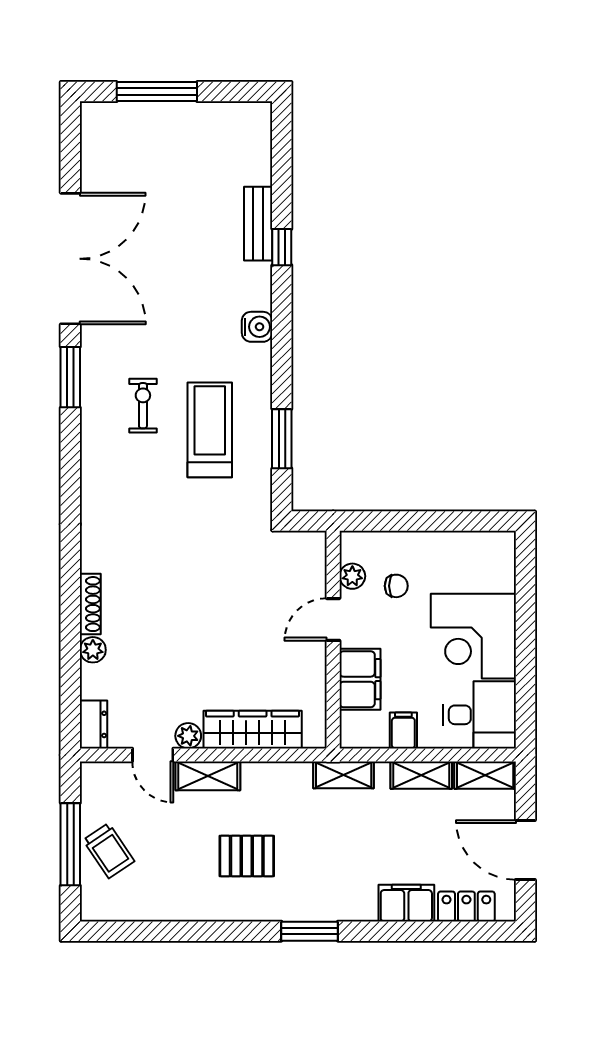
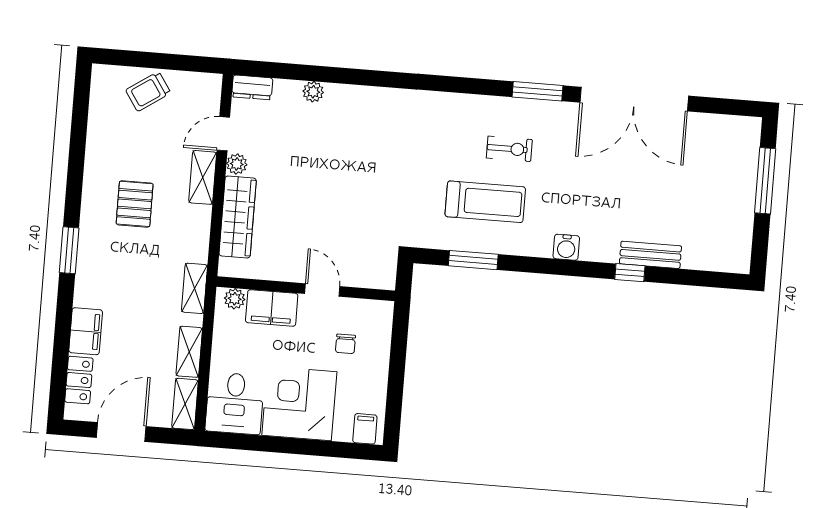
plant: (352, 576) -> (235, 299), moved
shoe rack: (90, 604) -> (351, 93), removed
filing cabinet: (403, 731) -> (365, 429), moved, turned -90
window: (70, 844) -> (156, 61), removed

